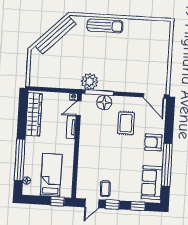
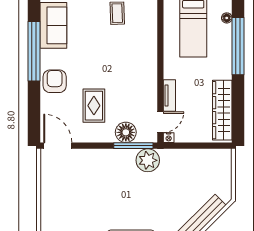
armchair: (153, 142) -> (55, 81), turned -90

